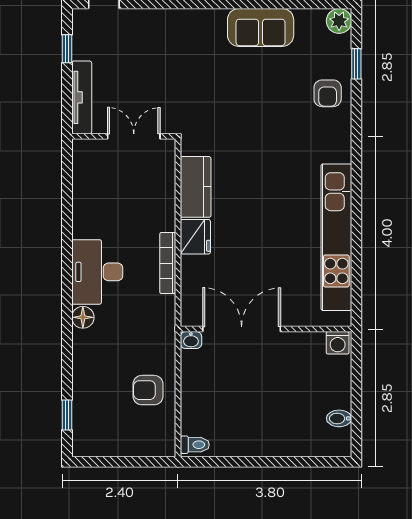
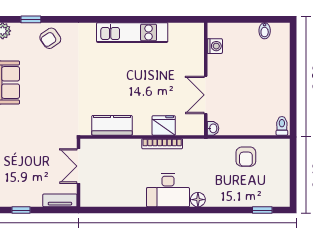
armchair: (328, 93) -> (50, 38), turned 146
tv unit: (82, 97) -> (60, 200), width x0.71
fridge: (195, 237) -> (164, 125), moved
kitchen unit: (336, 237) -> (132, 33), width x0.73
double door: (242, 329) -> (206, 95), width x0.73
washing machine: (338, 343) -> (215, 46), moved

